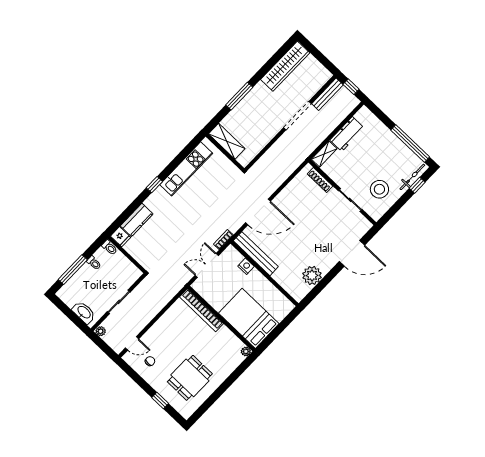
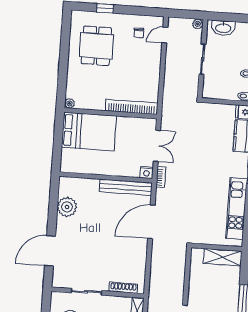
nightstand: (246, 266) -> (147, 172), moved

